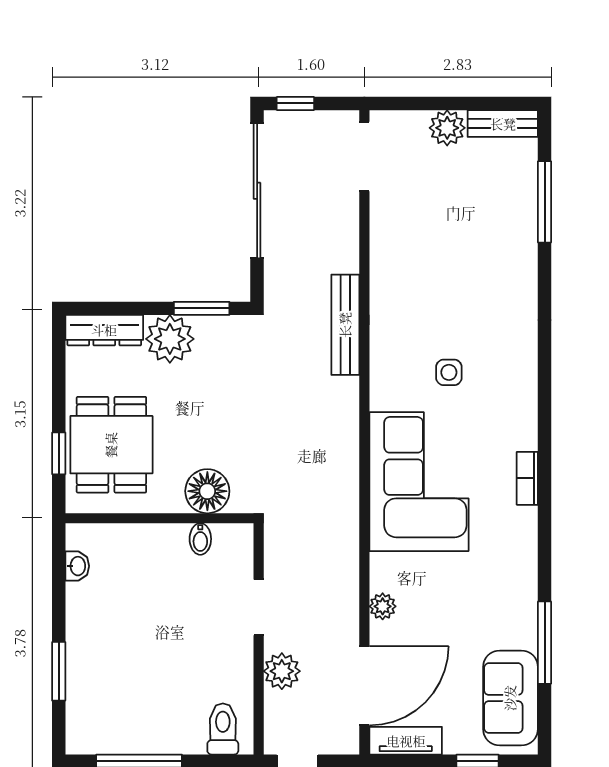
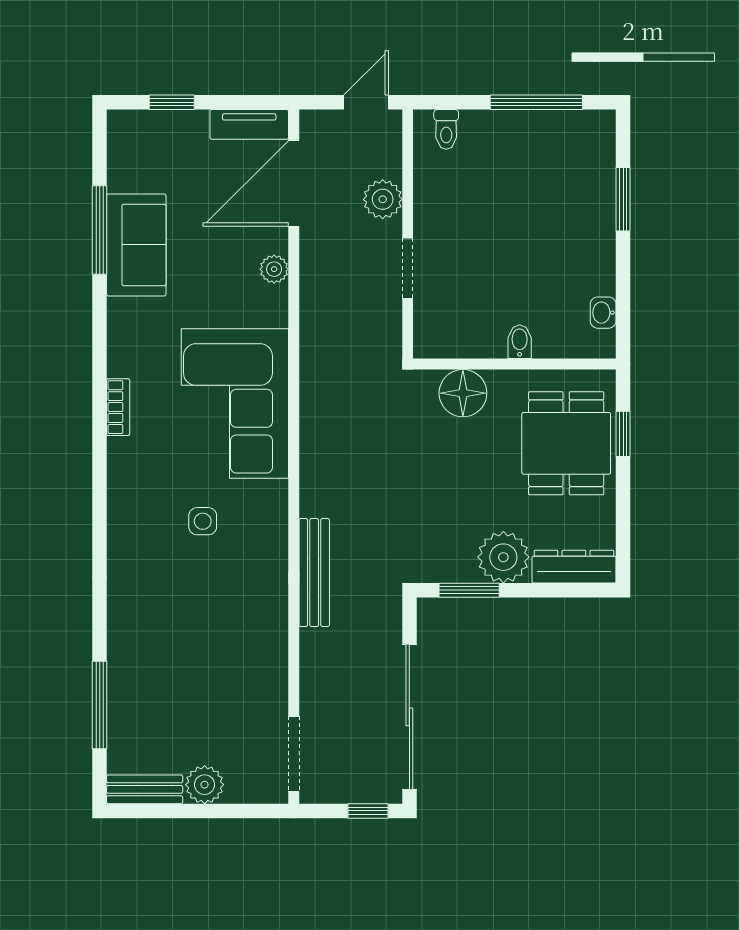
bidet: (200, 539) -> (520, 342), moved
sofa: (510, 698) -> (136, 245), moved
toilet: (223, 729) -> (446, 129), width x0.73, depth x0.72

